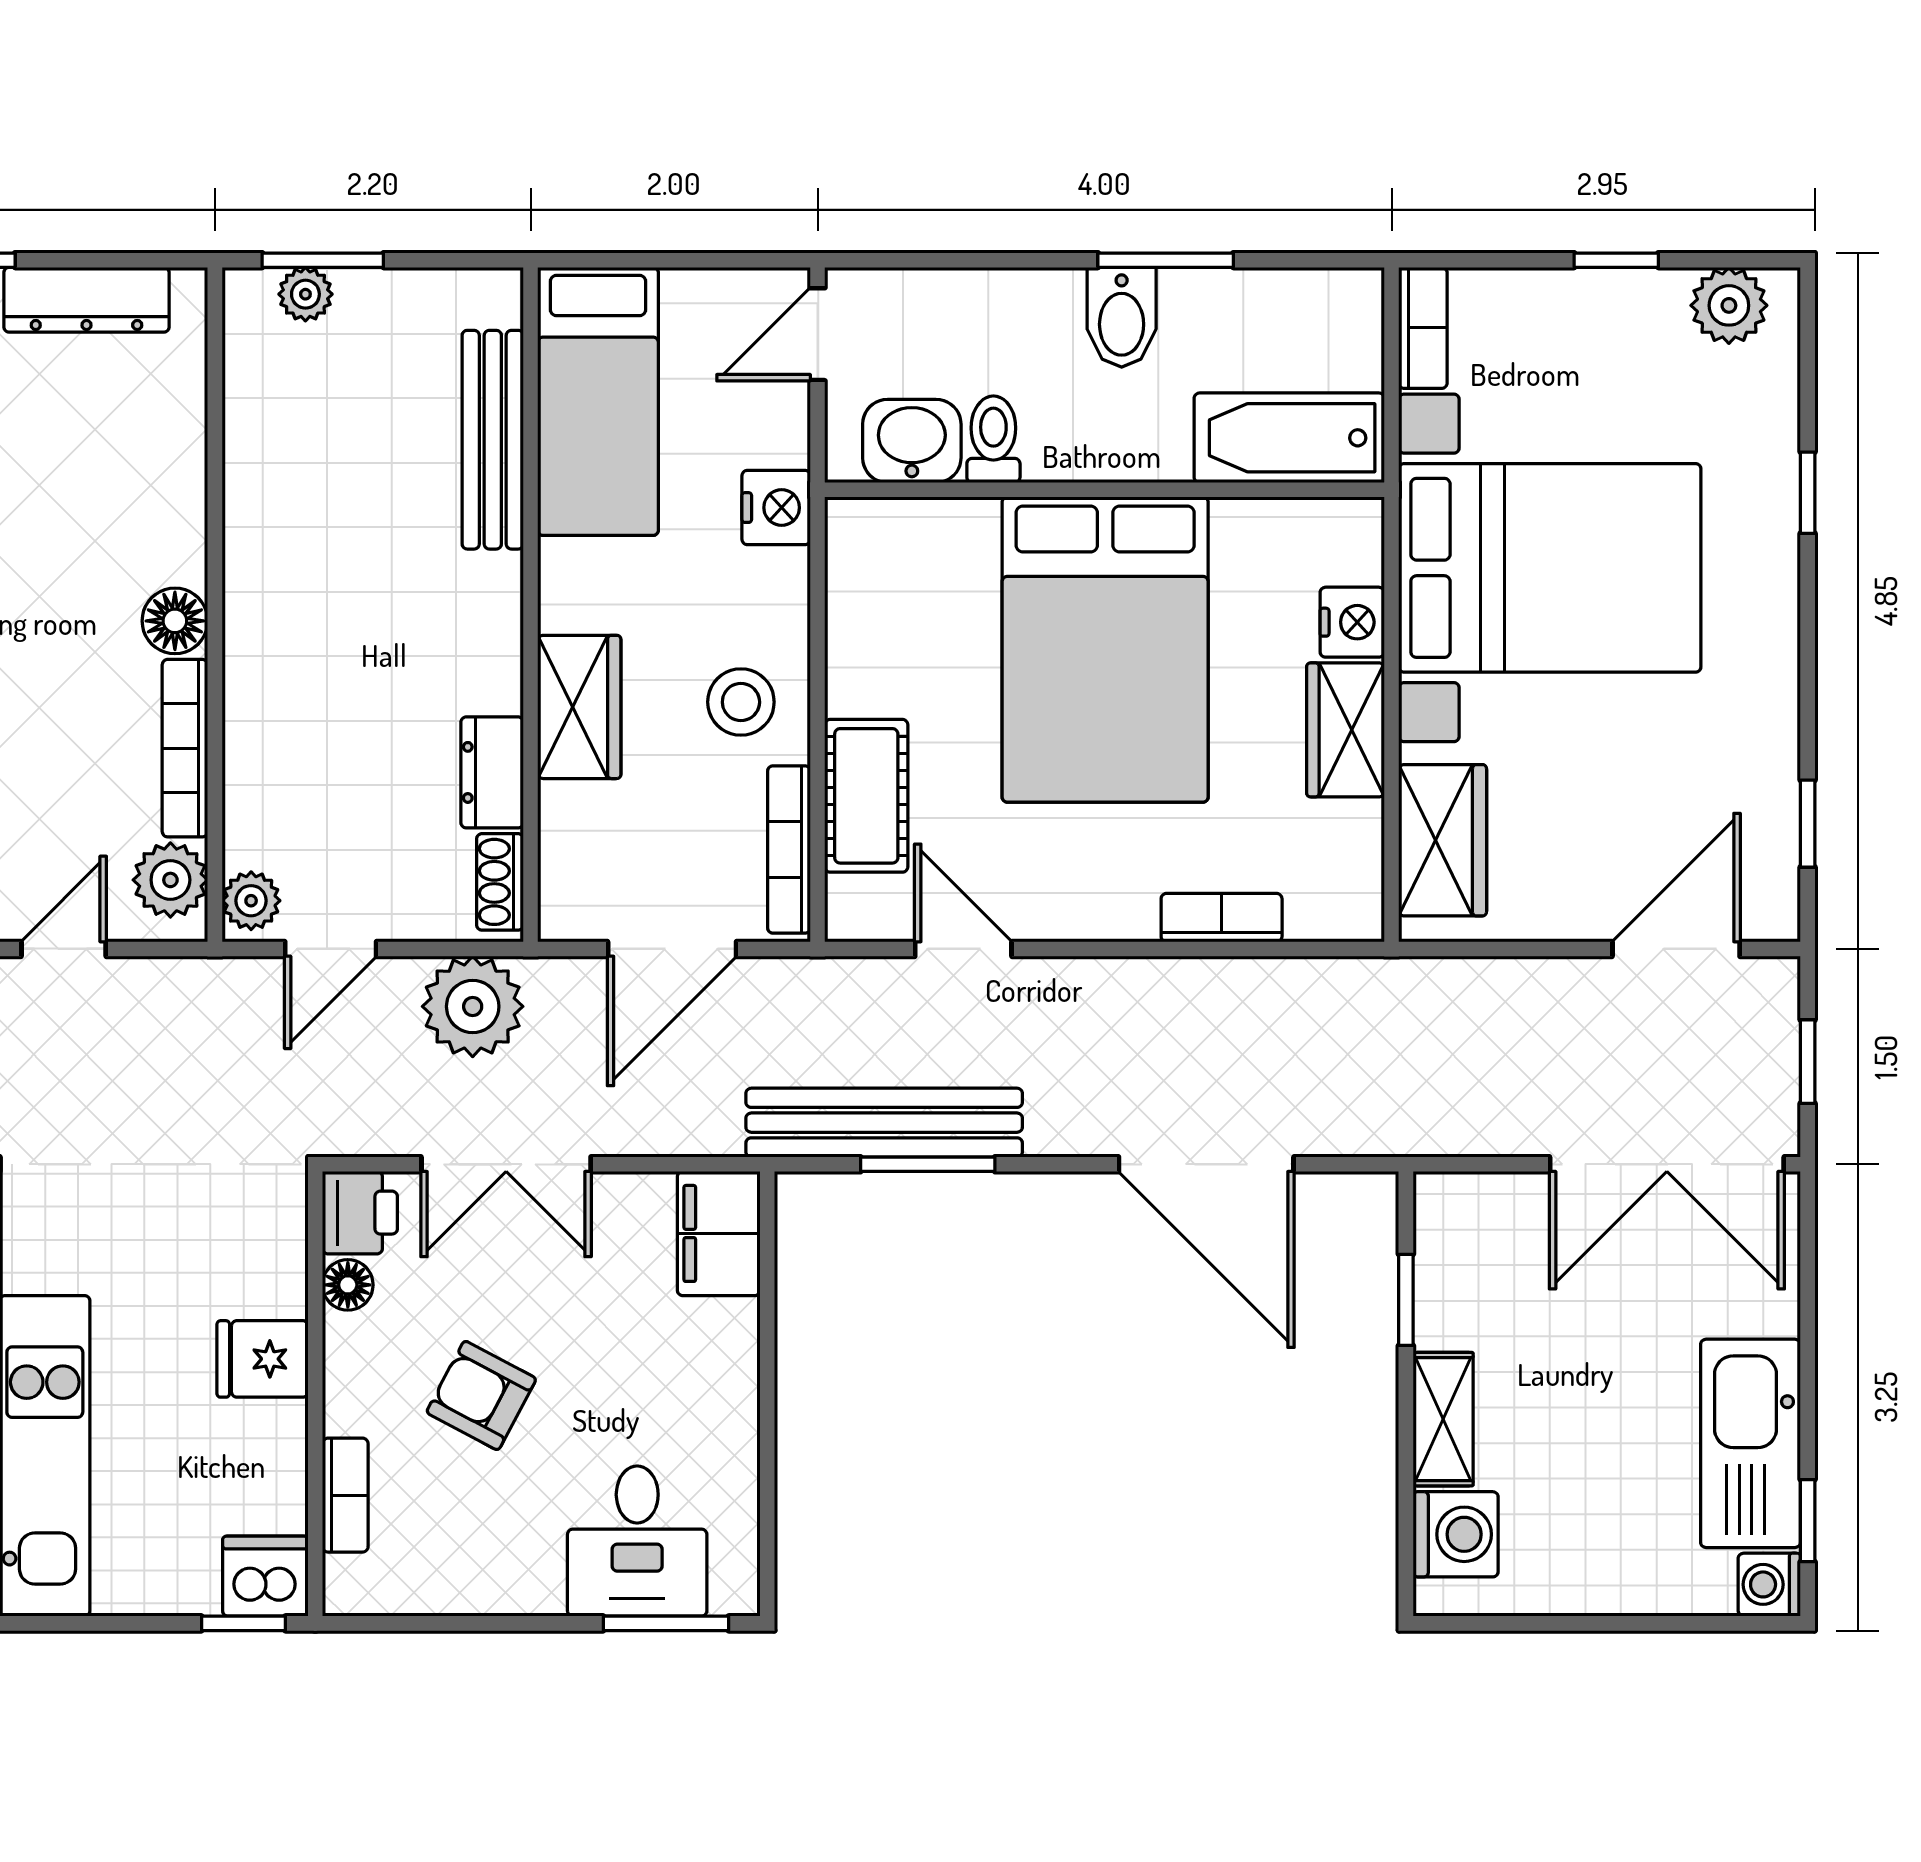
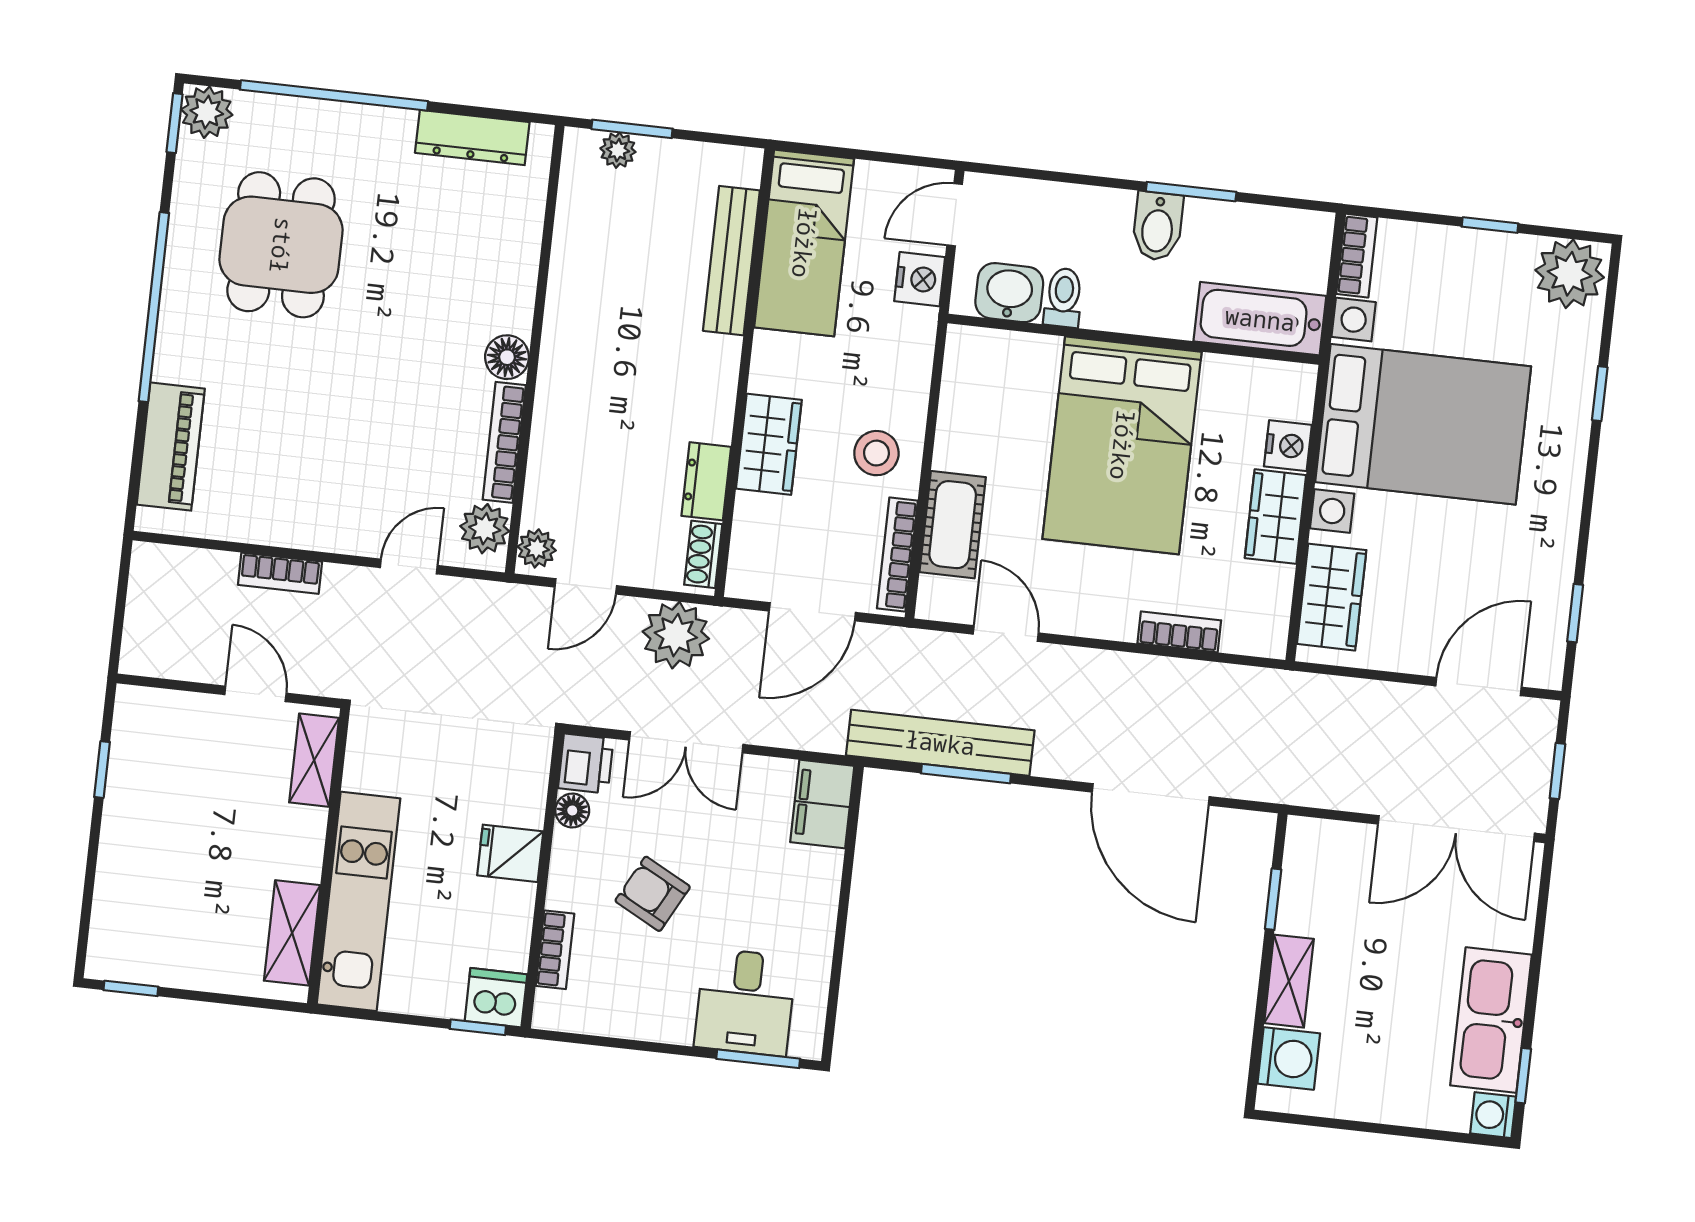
plant: (1729, 305) -> (1570, 274), width x1.36, depth x1.36
nightstand: (776, 508) -> (920, 279), moved

